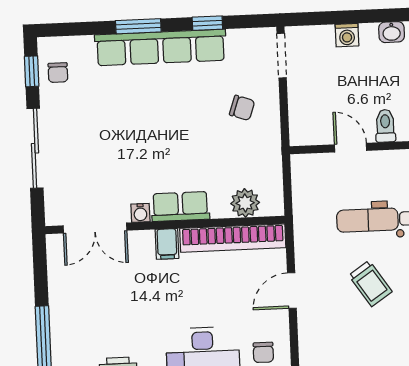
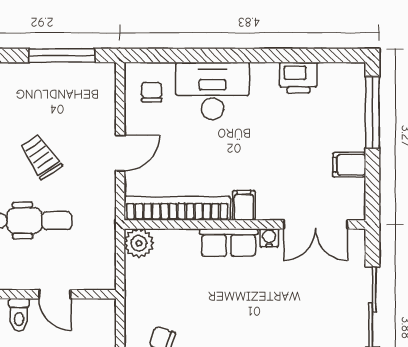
plant: (245, 203) -> (139, 243), moved
double door: (95, 228) -> (315, 224), swing flipped
filing cabinet: (64, 289) -> (349, 165), added

